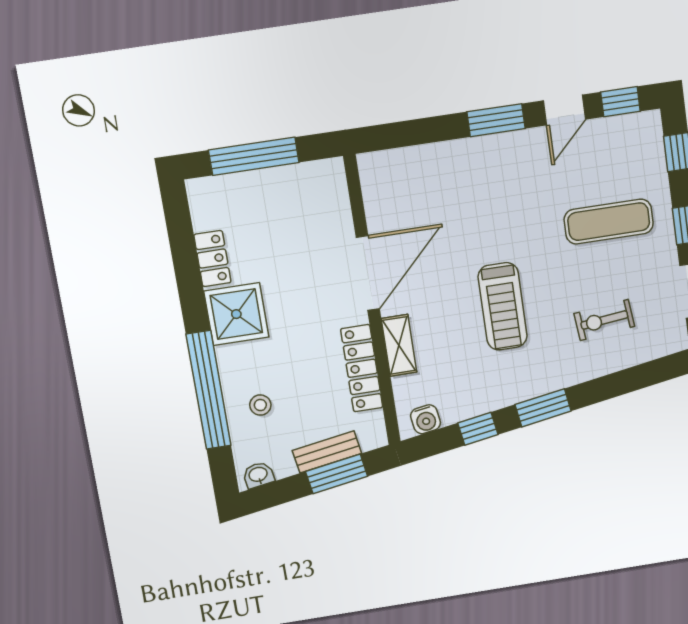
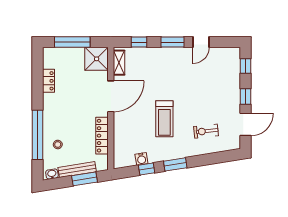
window: (620, 102) -> (139, 42), moved
exercise mat: (609, 222) -> (213, 90), removed
shower: (236, 314) -> (97, 59), moved
shelving: (399, 345) -> (119, 63), moved
water cooler: (426, 419) -> (141, 159), moved
bench: (327, 452) -> (77, 170), width x1.36

